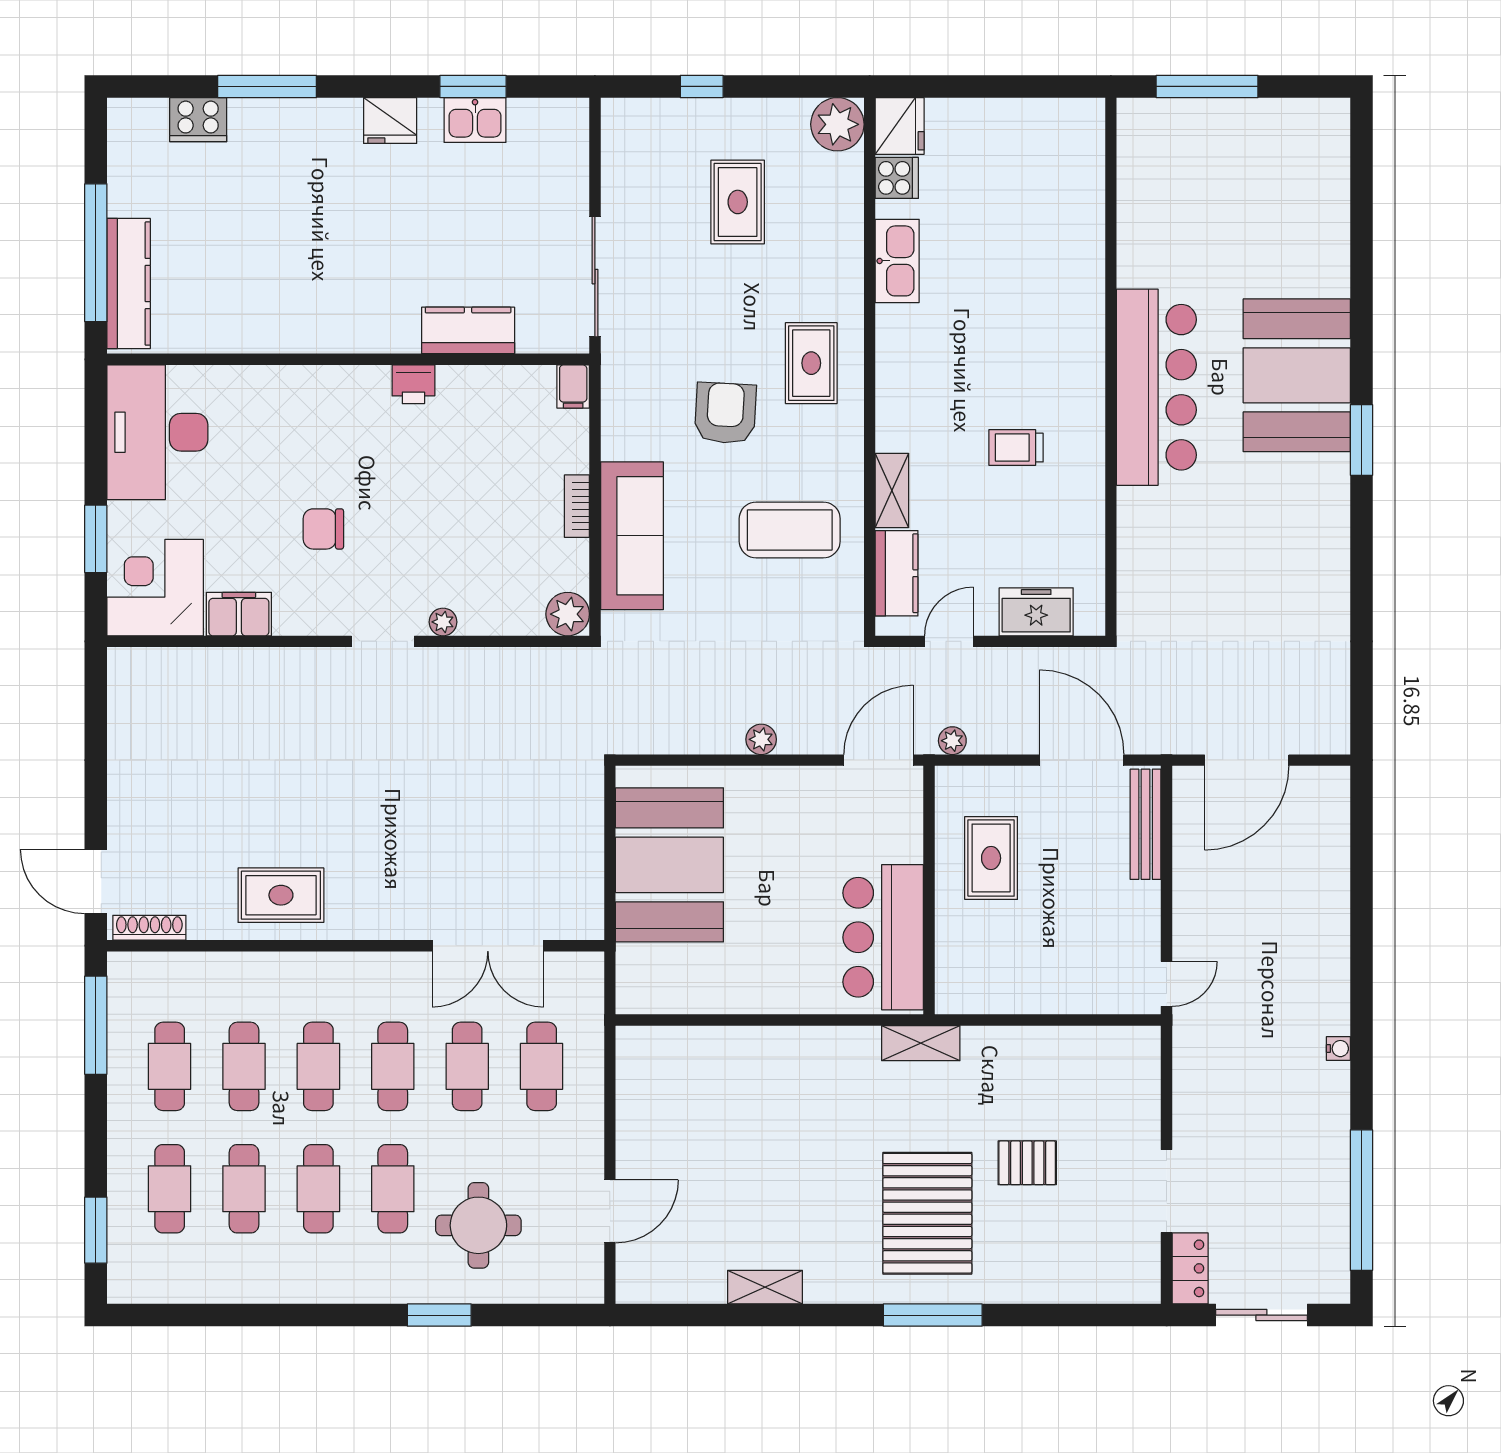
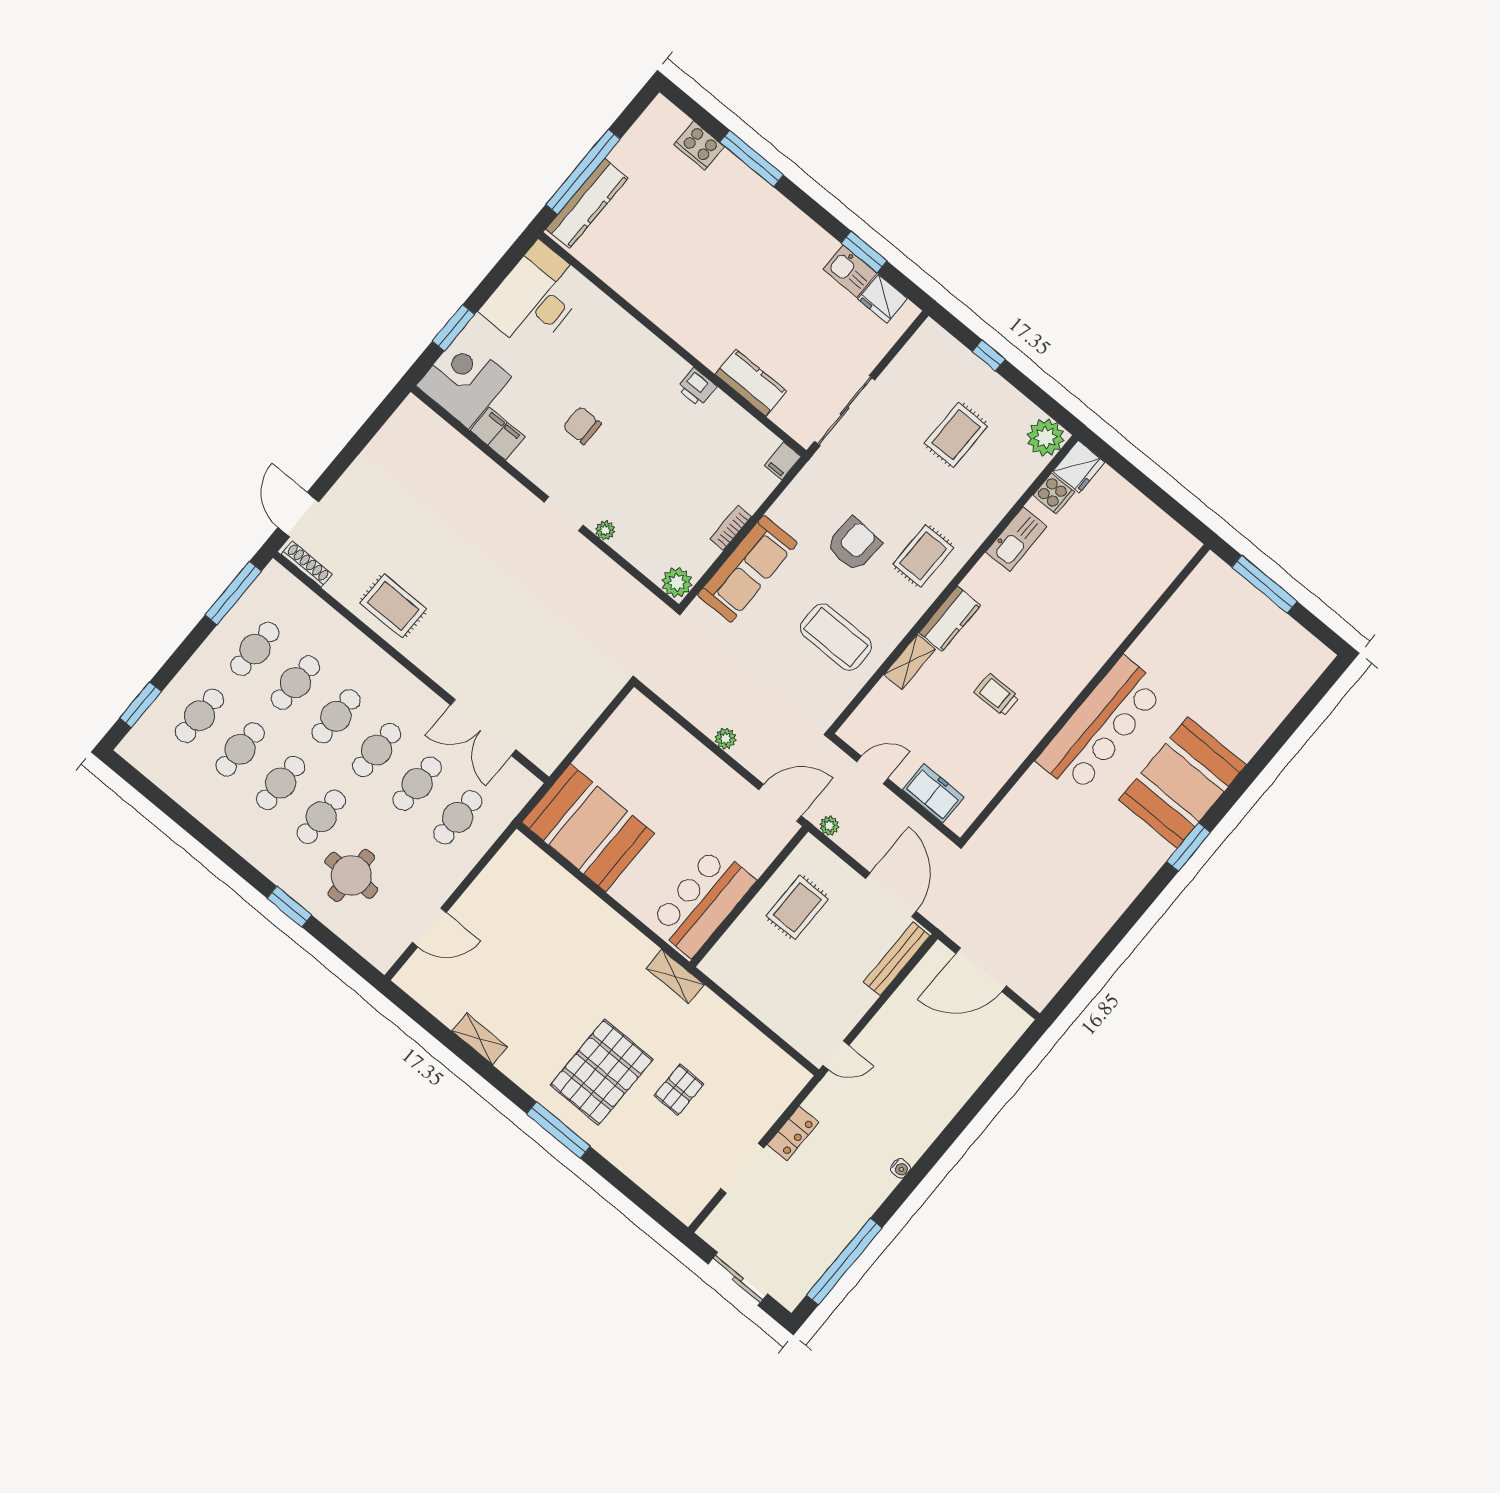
fridge: (390, 121) -> (883, 299), moved
kitchen counter: (897, 573) -> (950, 619), moved
booth: (669, 865) -> (588, 828), moved, turned 90
pallet: (1027, 1163) -> (679, 1090), turned 90
locker: (1190, 1268) -> (793, 1133), moved

